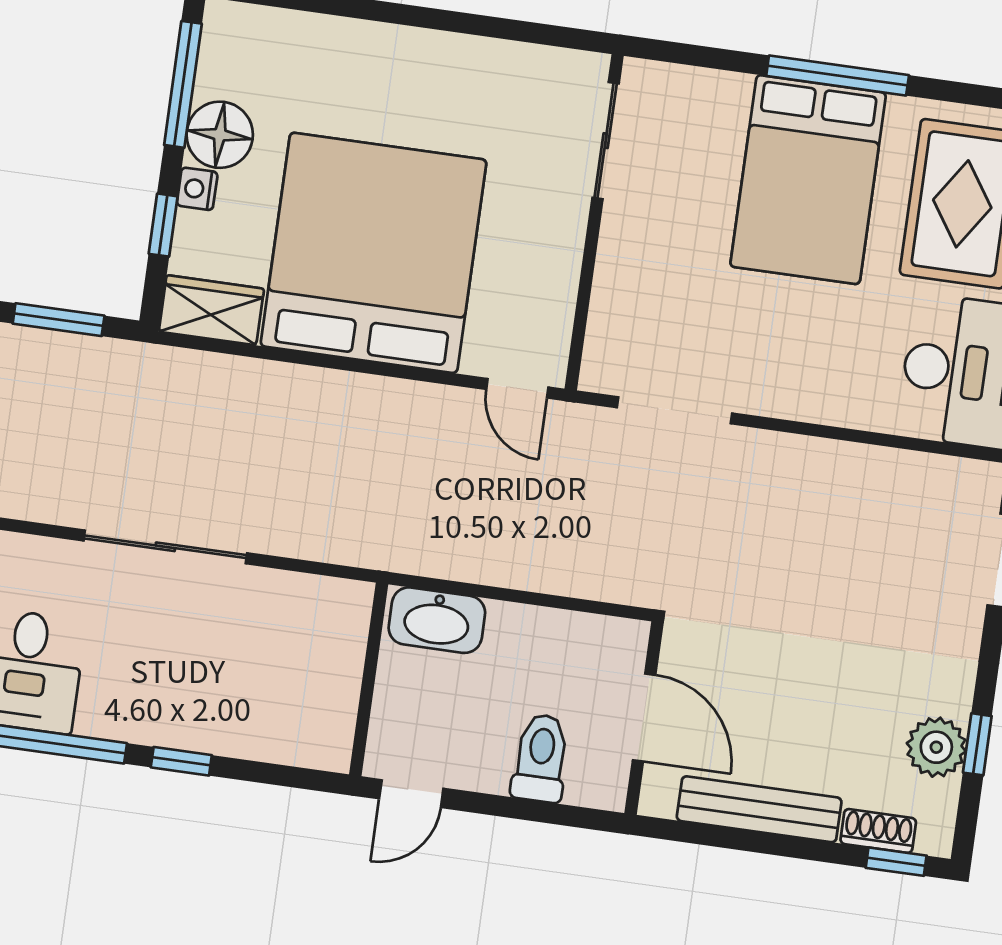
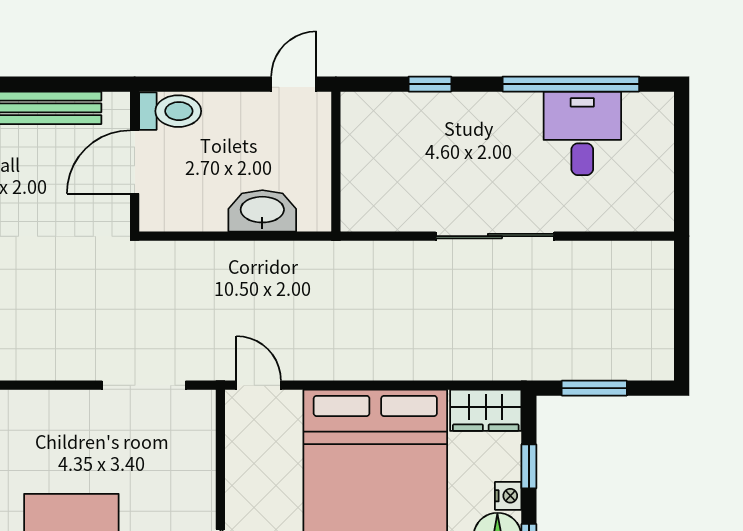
washbasin: (437, 620) -> (262, 211), moved
door: (644, 718) -> (135, 162), hinge flipped
toilet: (541, 758) -> (170, 111), moved, turned -90
window: (181, 761) -> (430, 84), moved

